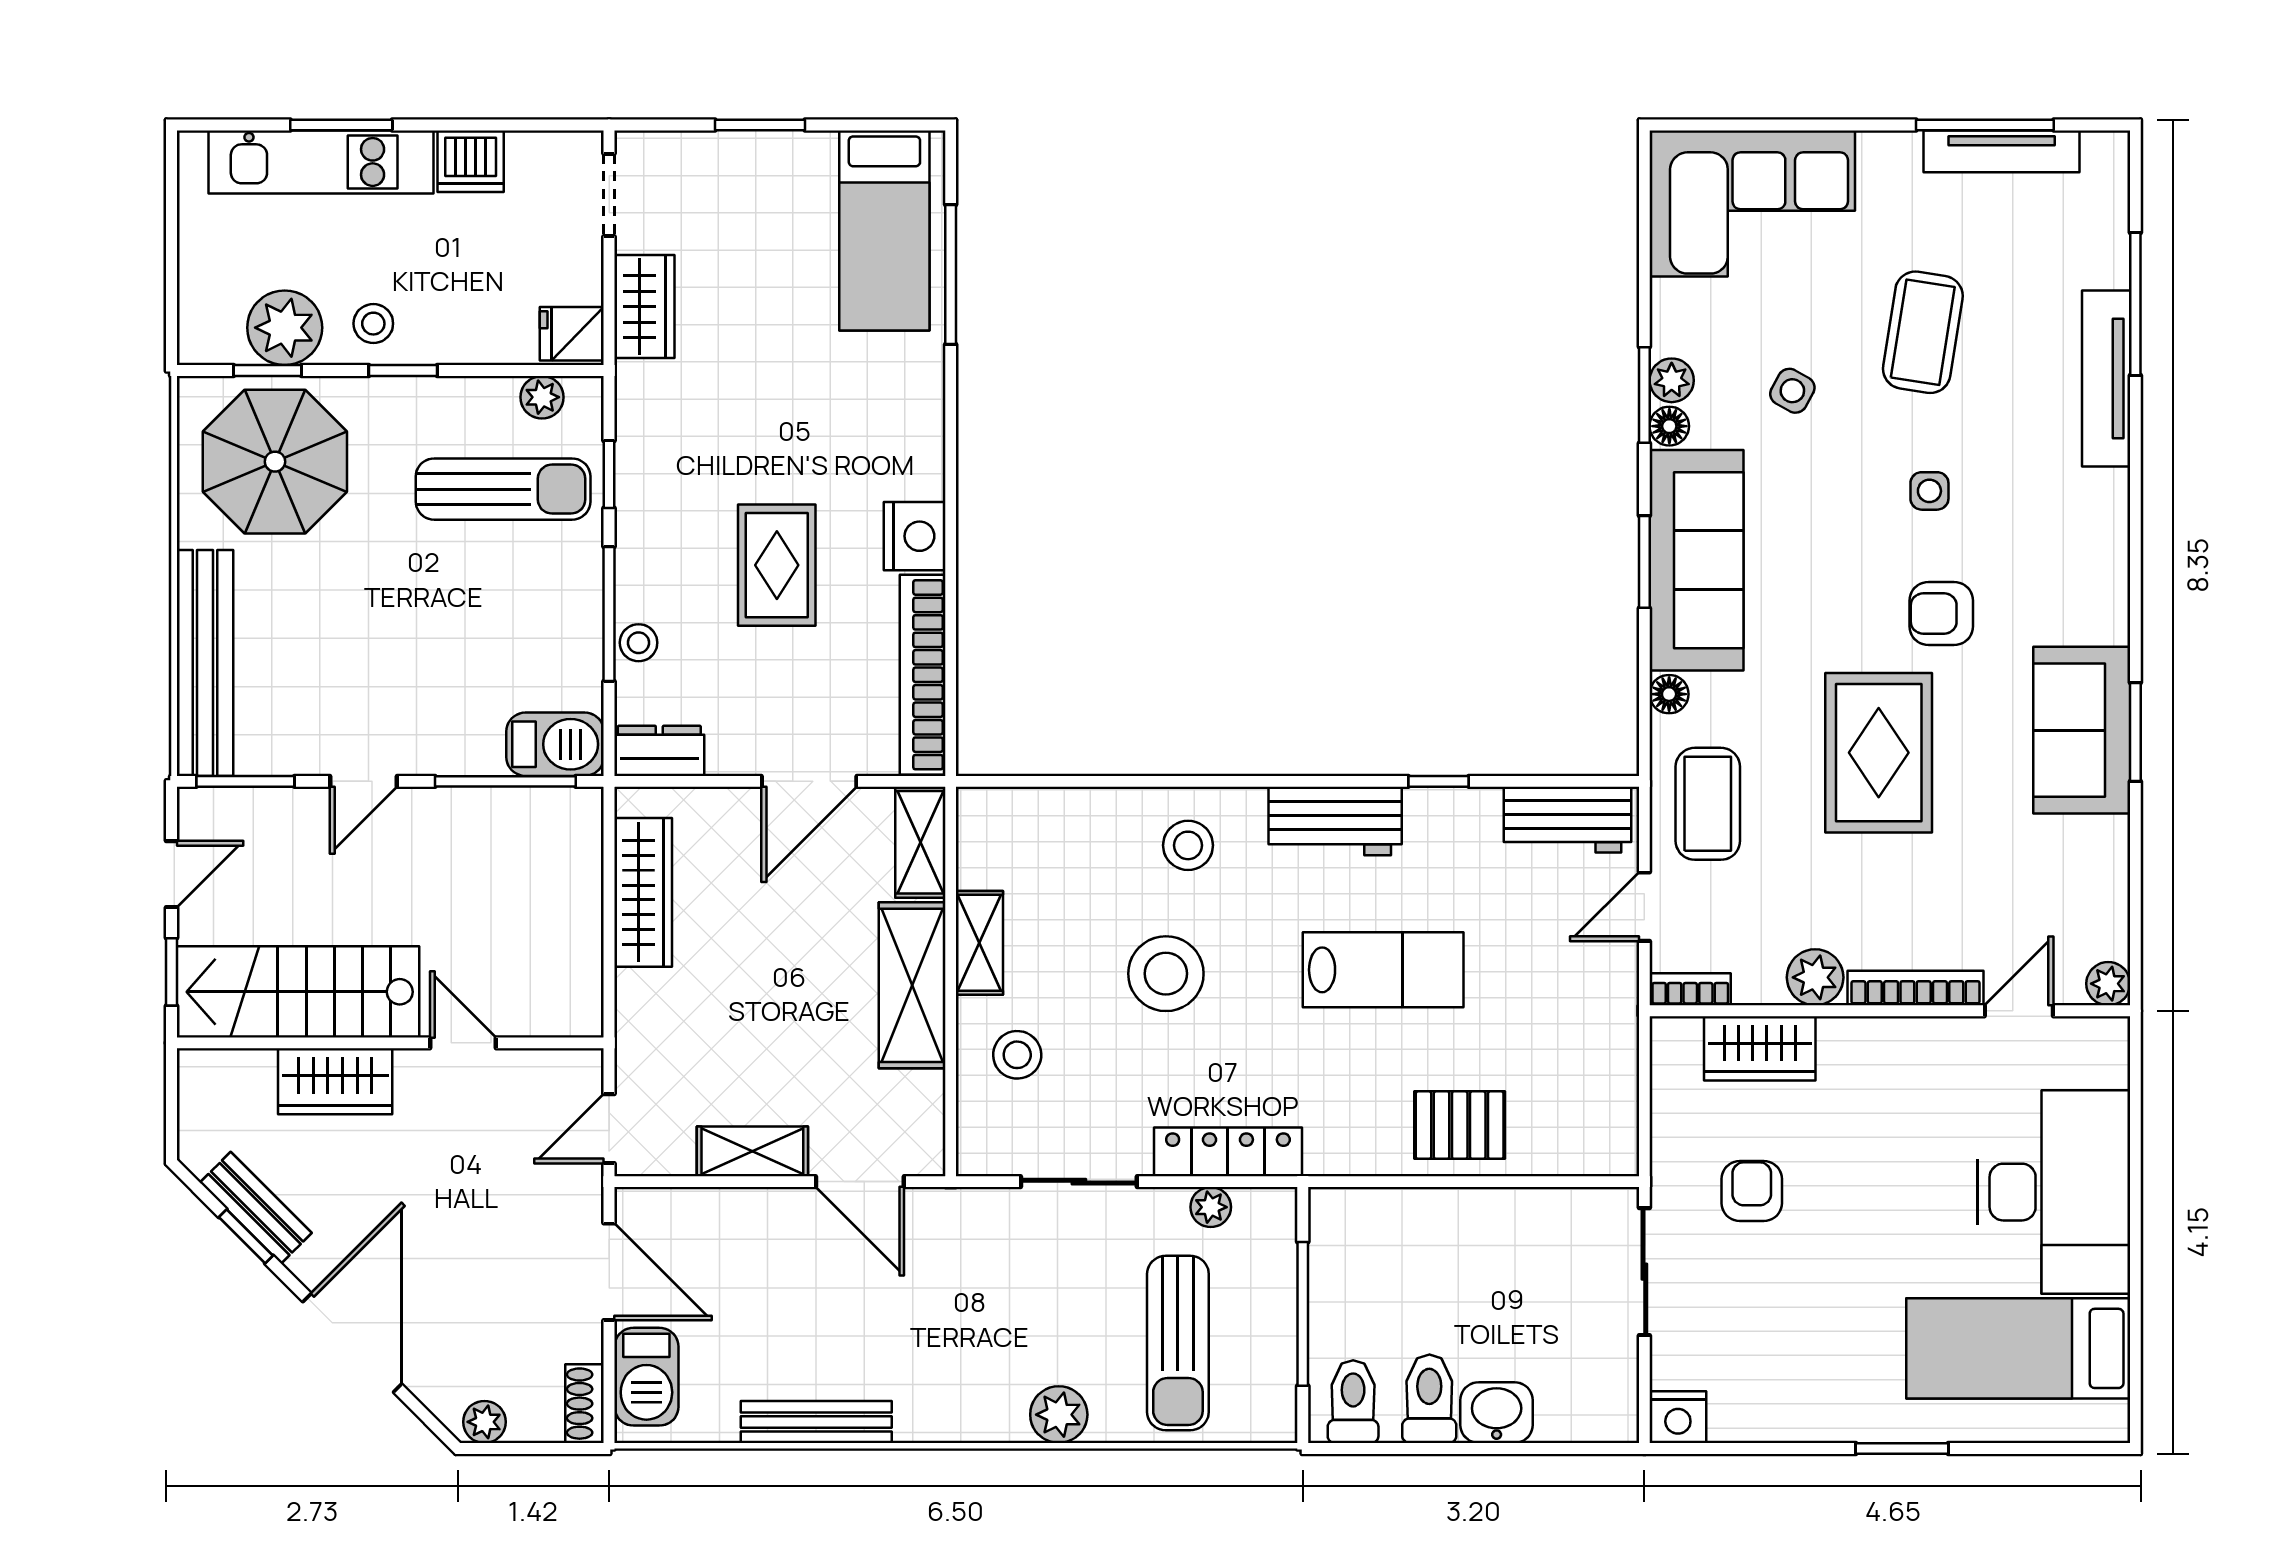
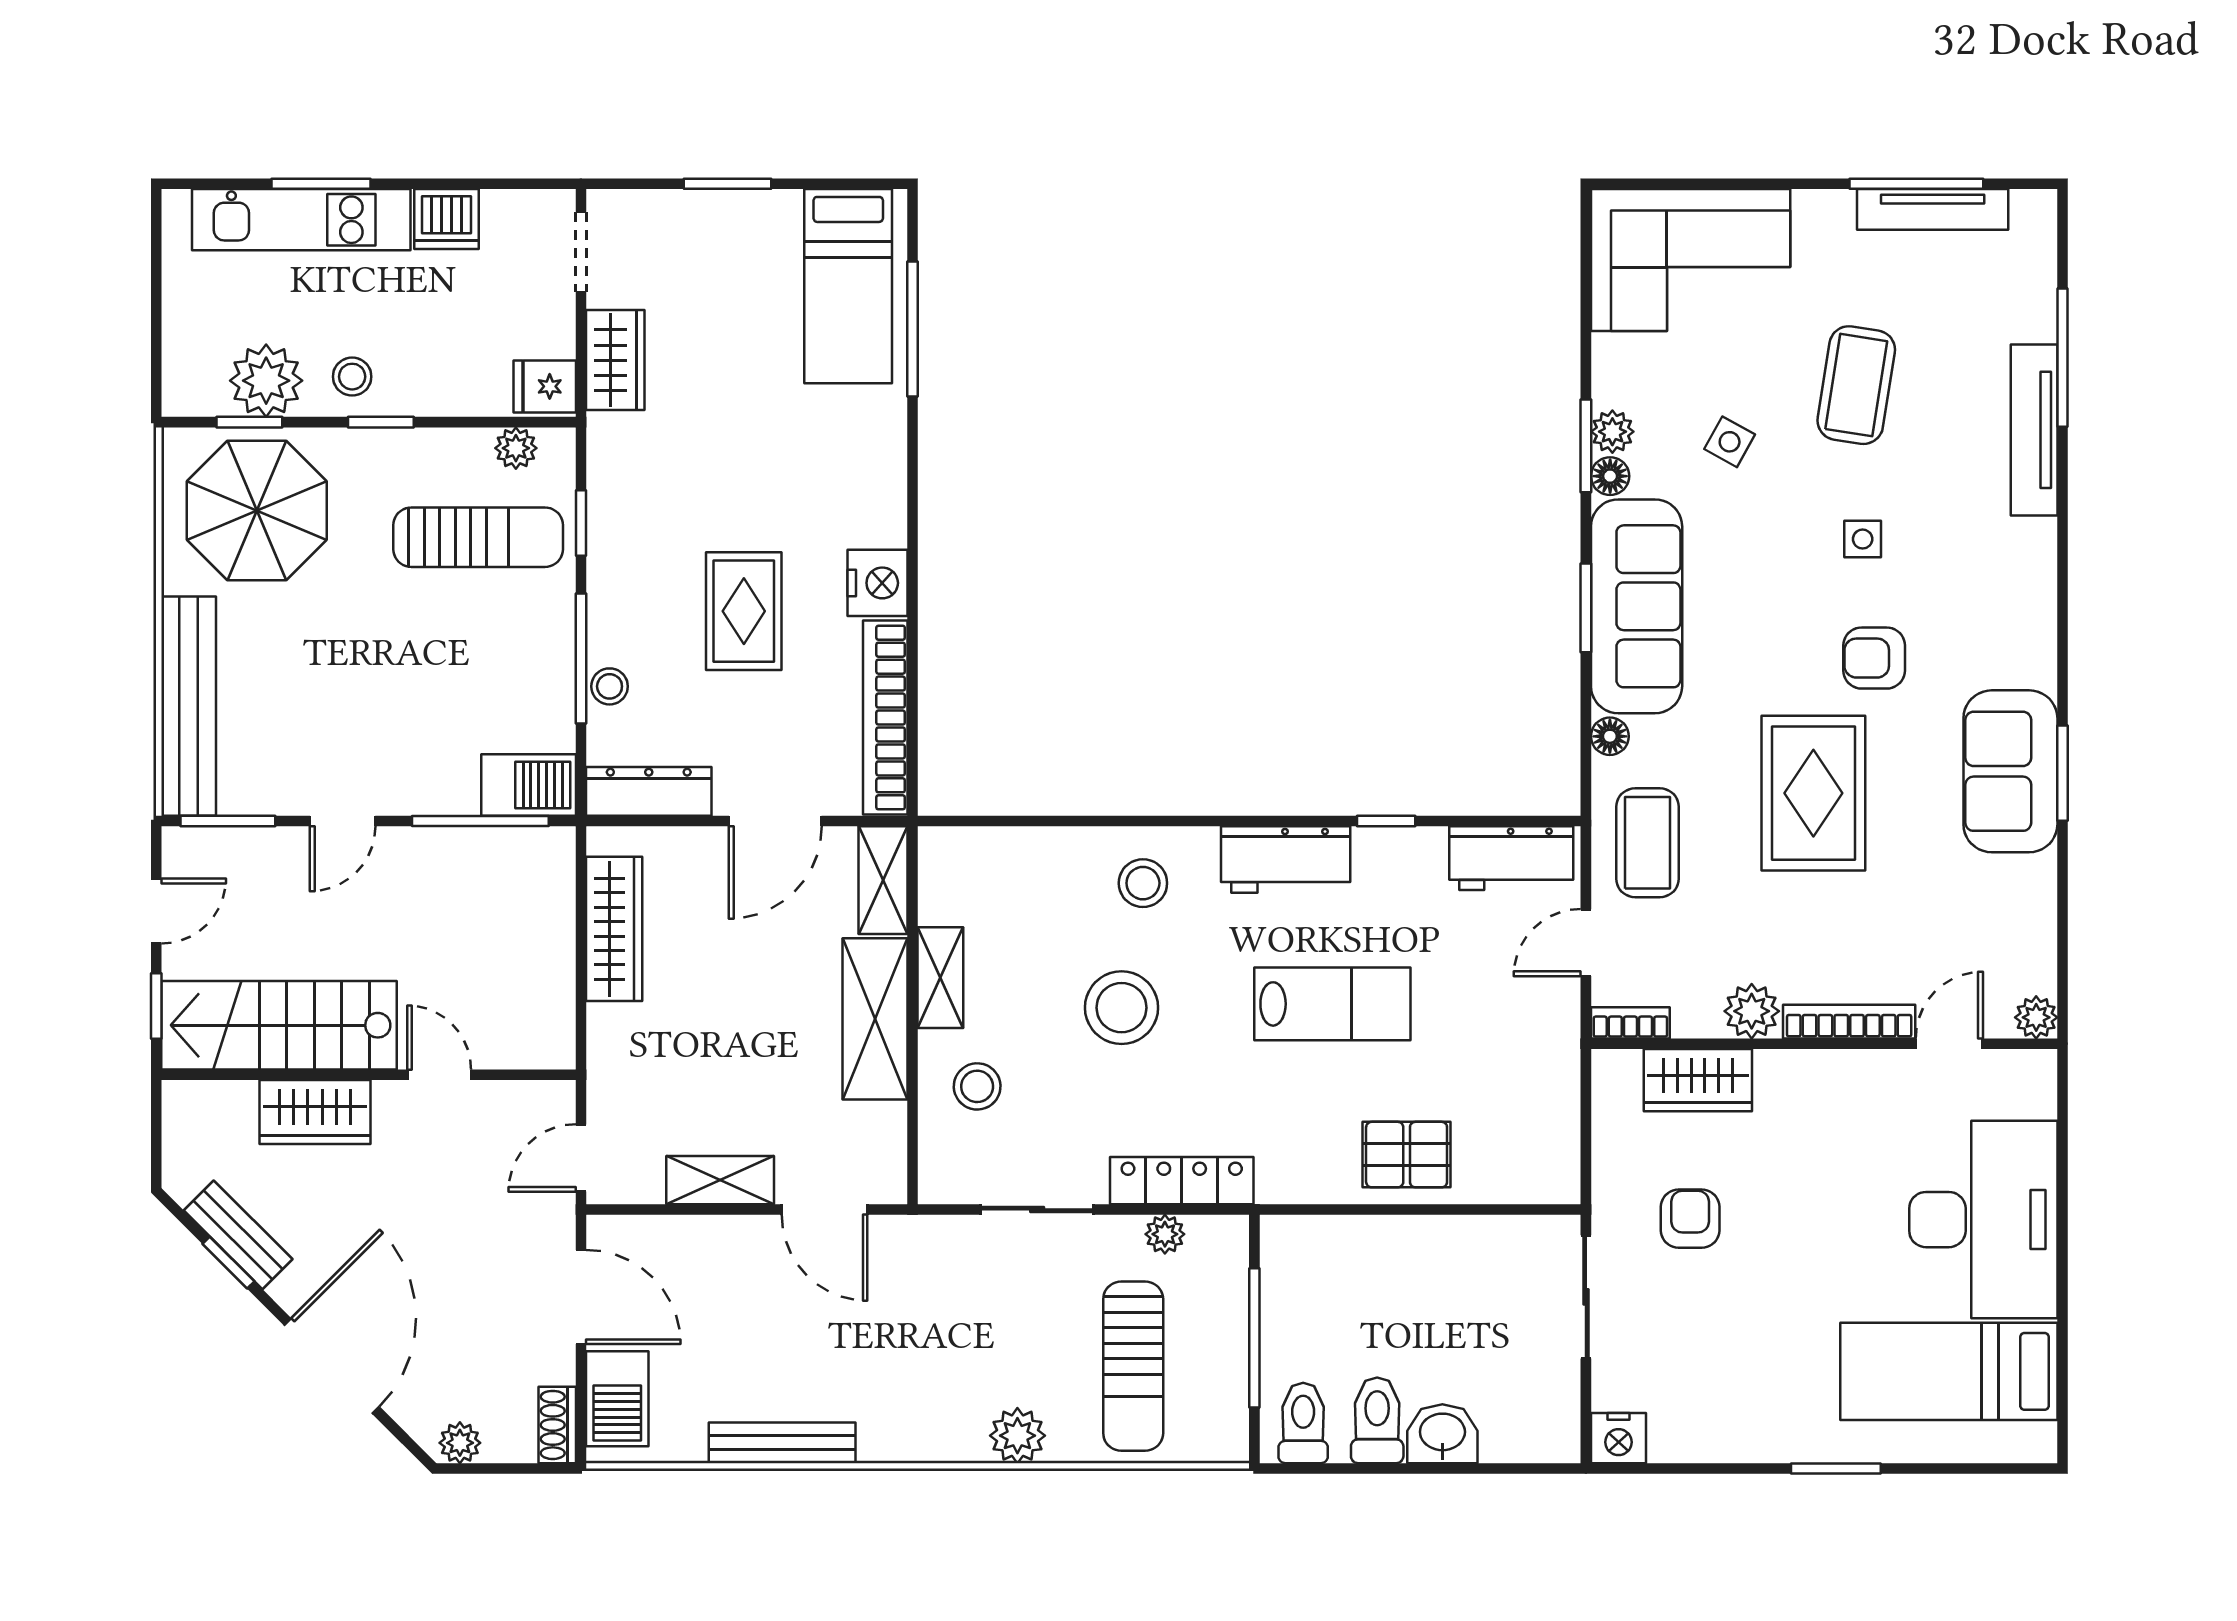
dresser: (659, 751) -> (649, 791), width x1.44

